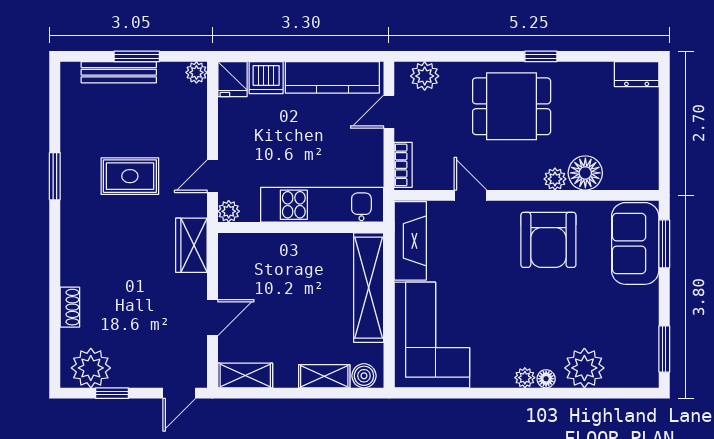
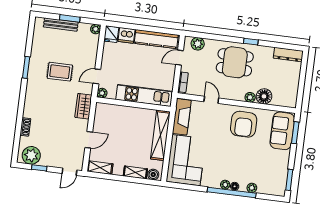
dresser: (637, 74) -> (288, 55), width x1.44
plant: (584, 368) -> (252, 188), width x0.53, depth x0.53
window: (541, 393) -> (232, 192), added

